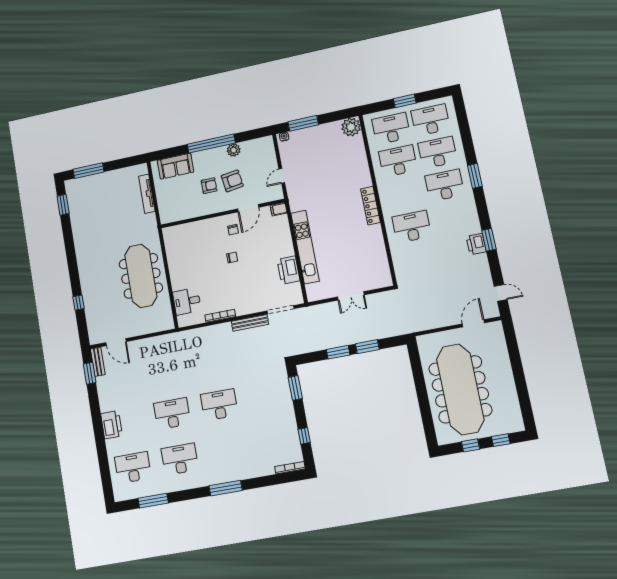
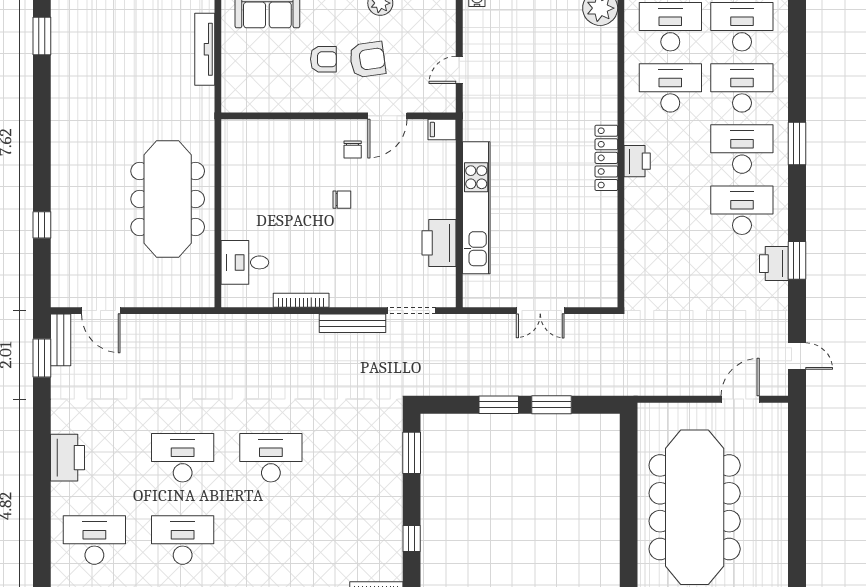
printer: (388, 204) -> (637, 161), added
desk: (412, 227) -> (742, 210), moved

